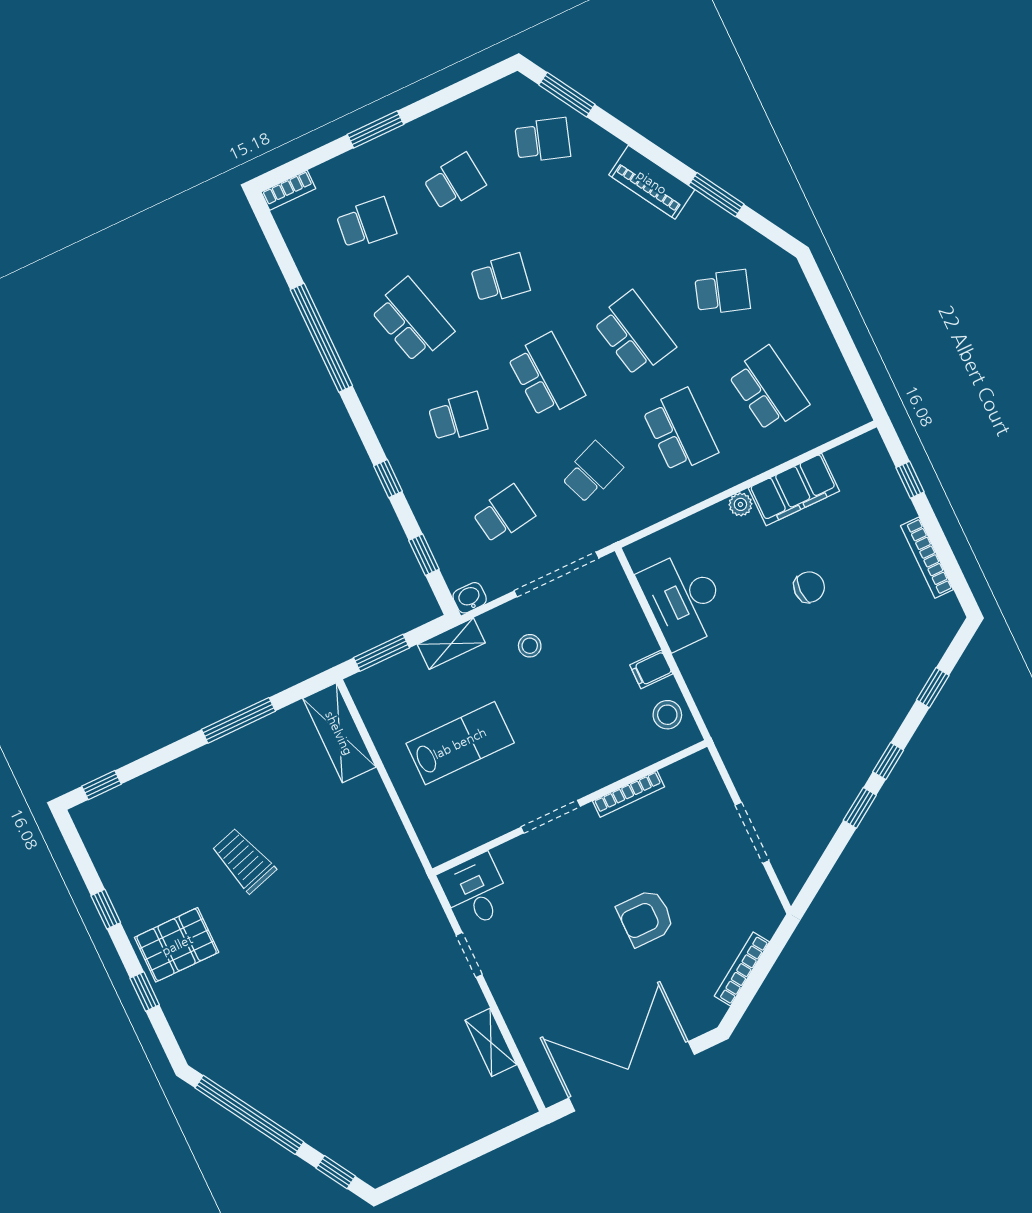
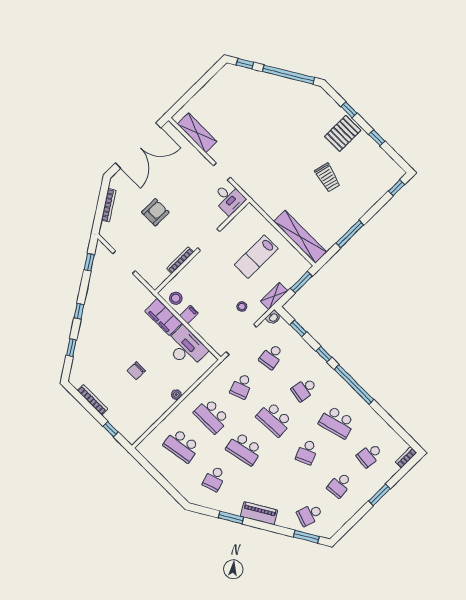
school desk: (500, 279) -> (307, 452), turned -33
school desk: (722, 292) -> (214, 479), turned -36
window: (321, 338) -> (354, 385), moved
filing cabinet: (794, 489) -> (163, 317), moved, turned -90
shelving: (339, 733) -> (300, 237), width x1.47
window: (860, 808) -> (89, 262), moved
trolley: (244, 860) -> (328, 178), turned 31
shelving: (491, 1042) -> (197, 133), width x1.50, depth x1.33

